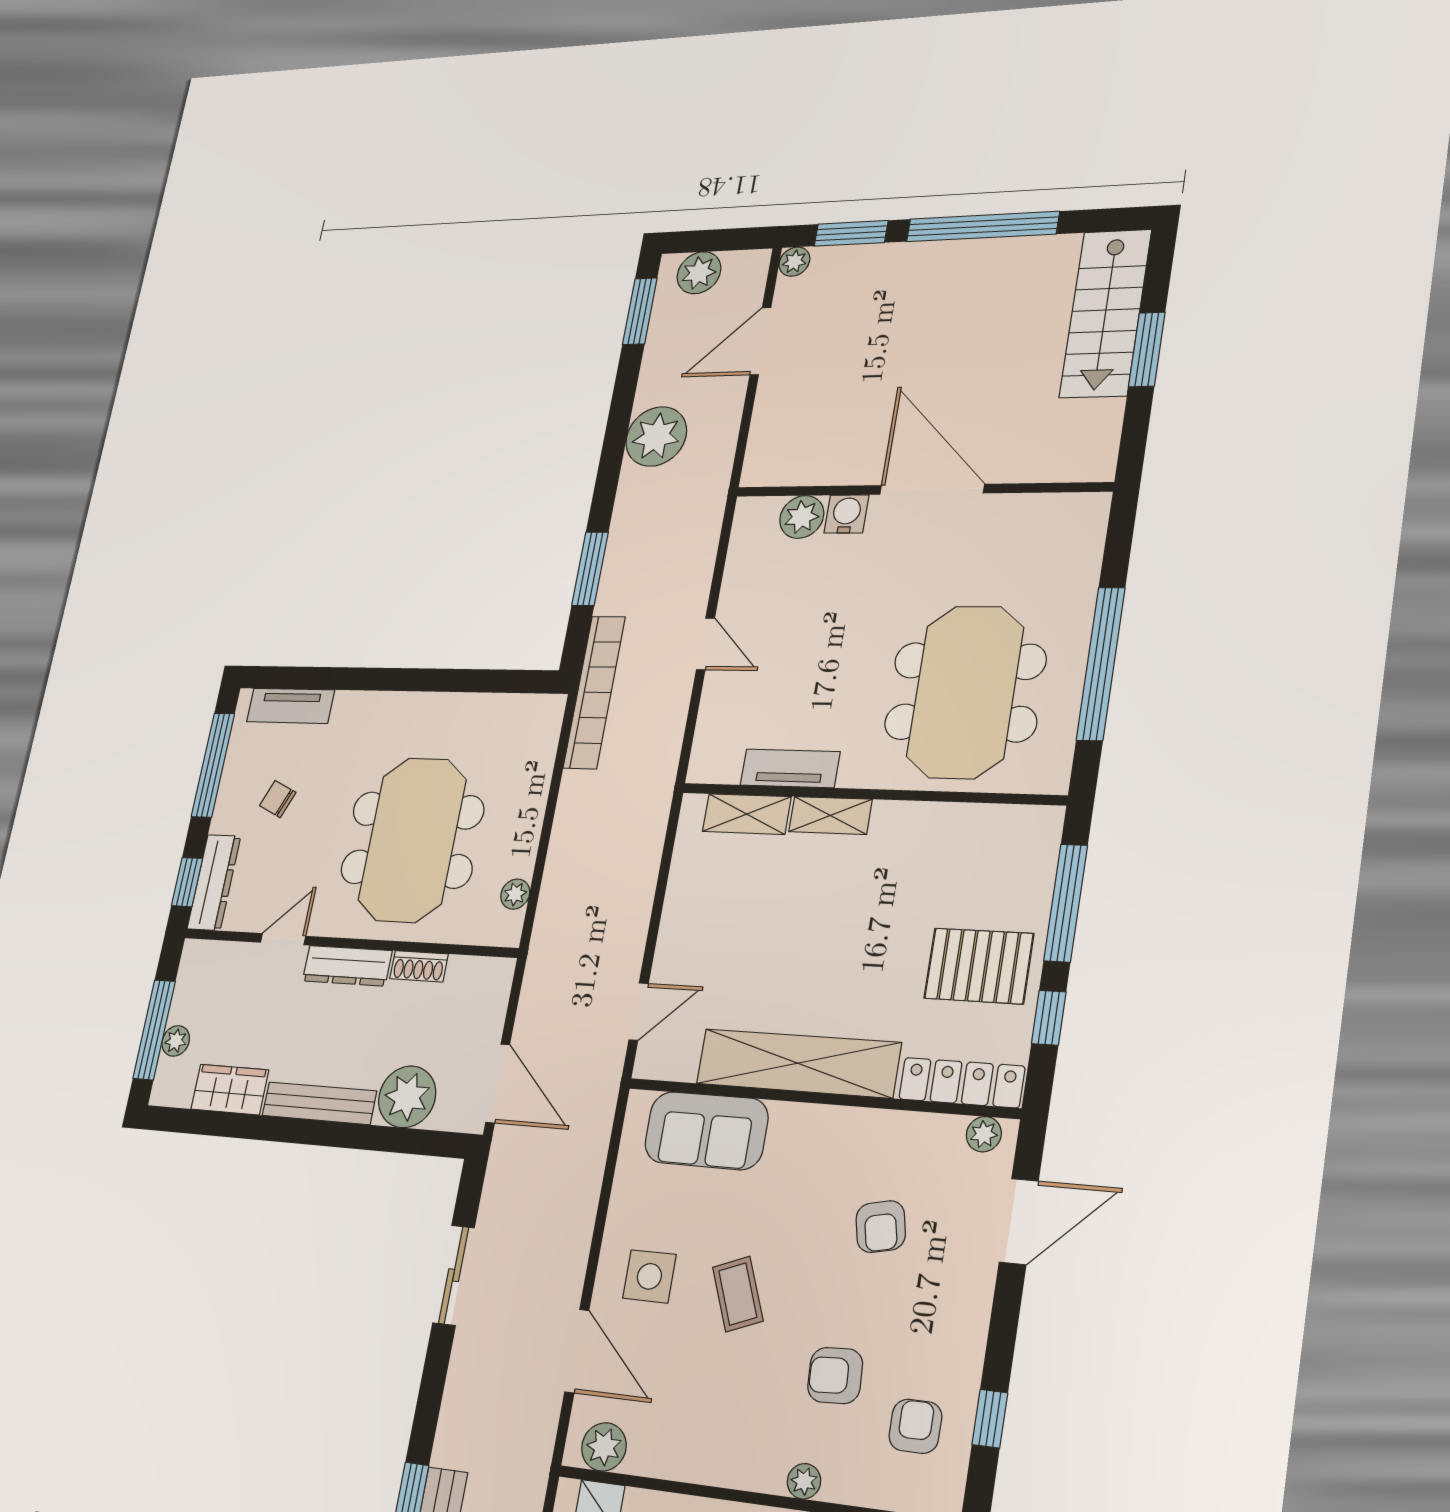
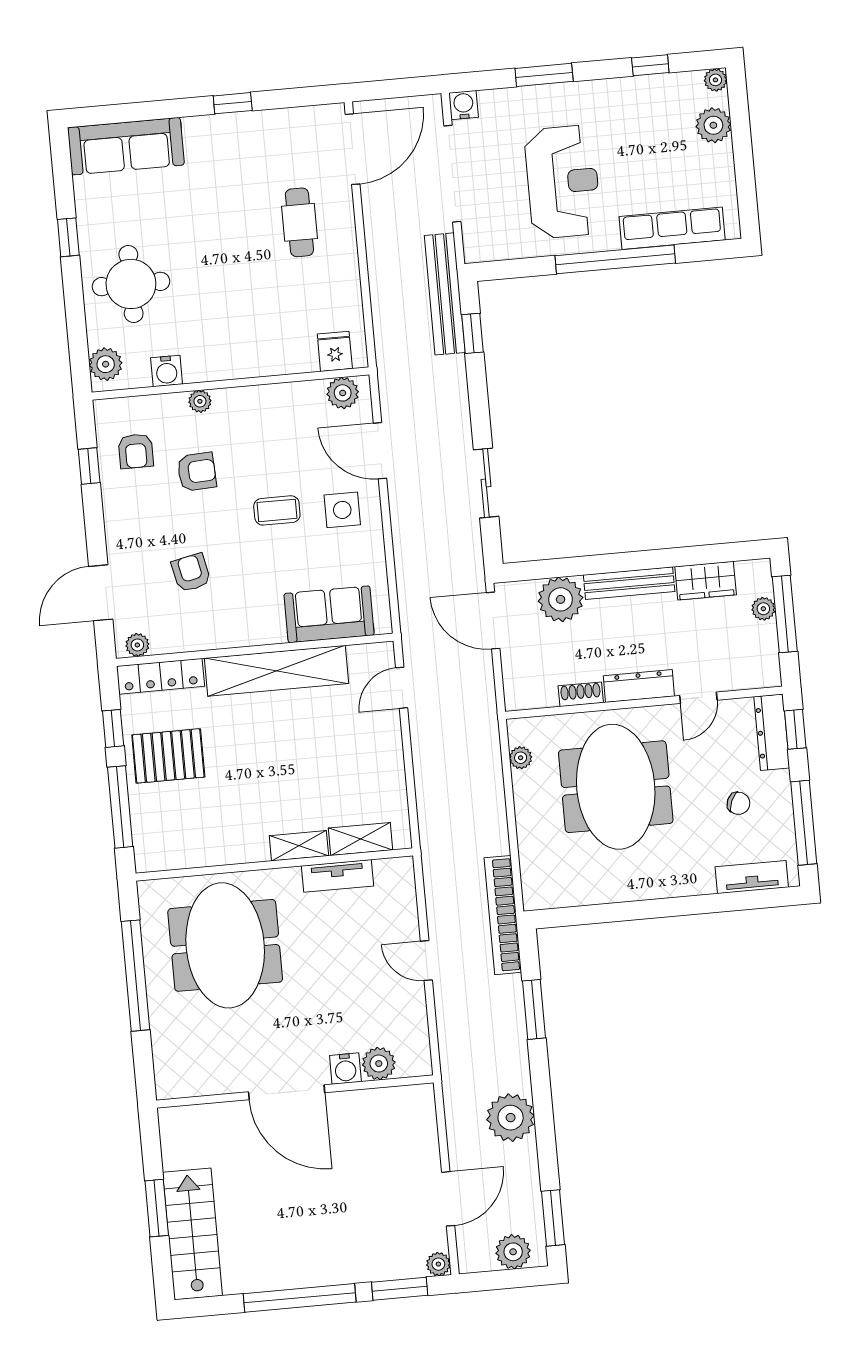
coffee table: (738, 1294) -> (277, 510), turned -68

